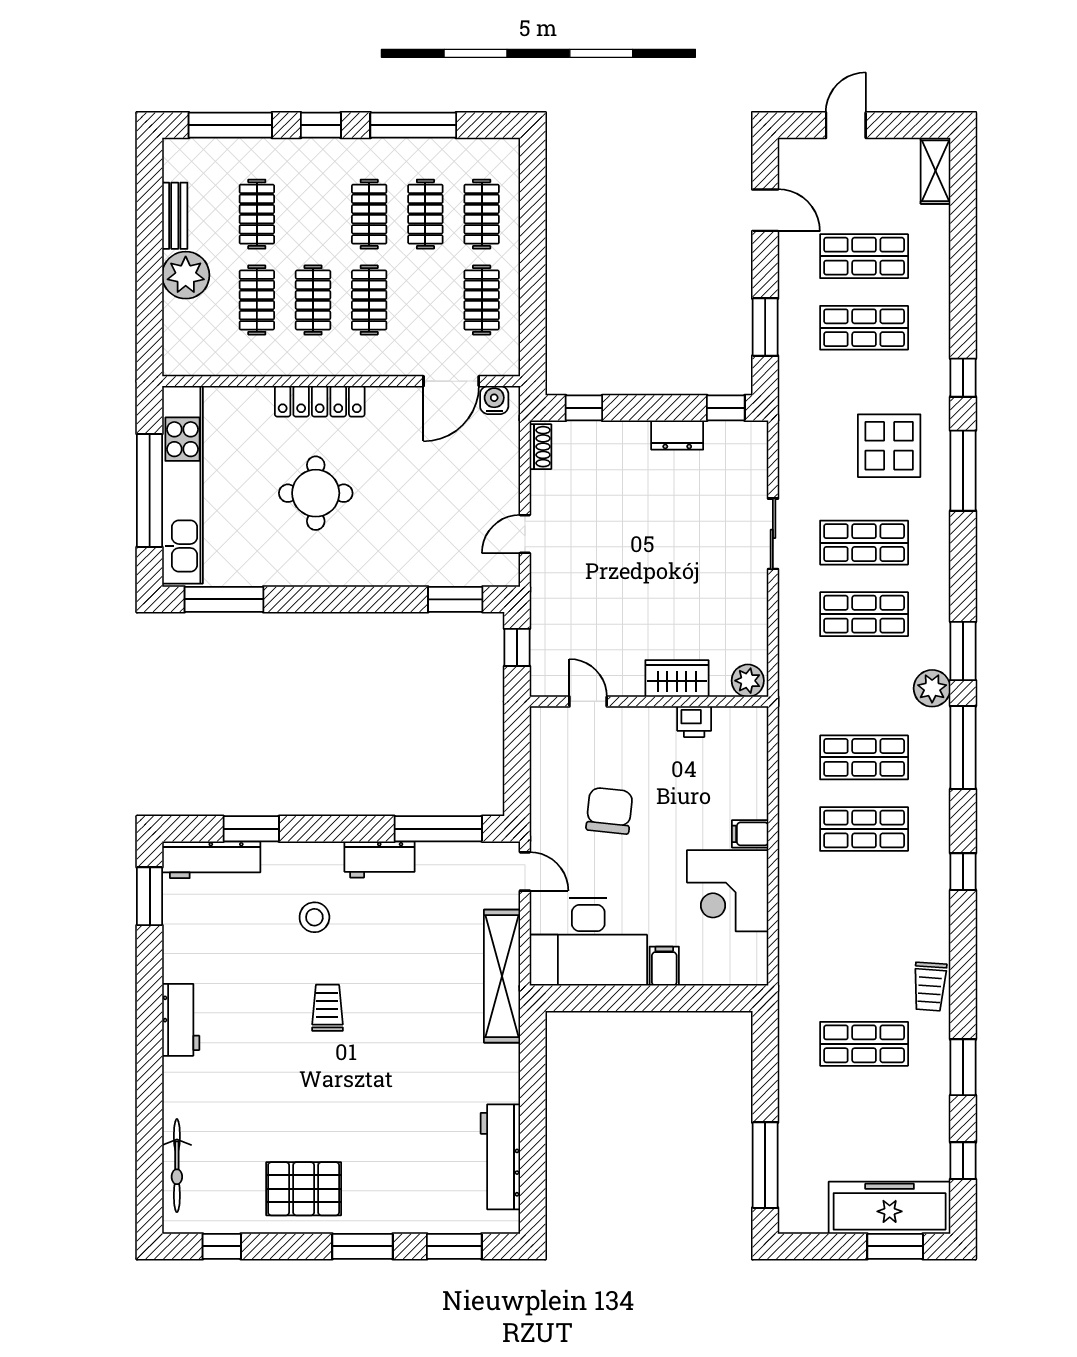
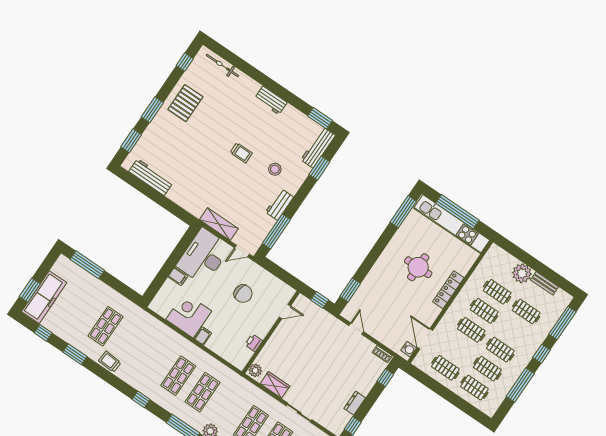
wardrobe: (677, 678) -> (275, 385), moved, turned -90
shelving: (502, 976) -> (219, 224), width x0.68

